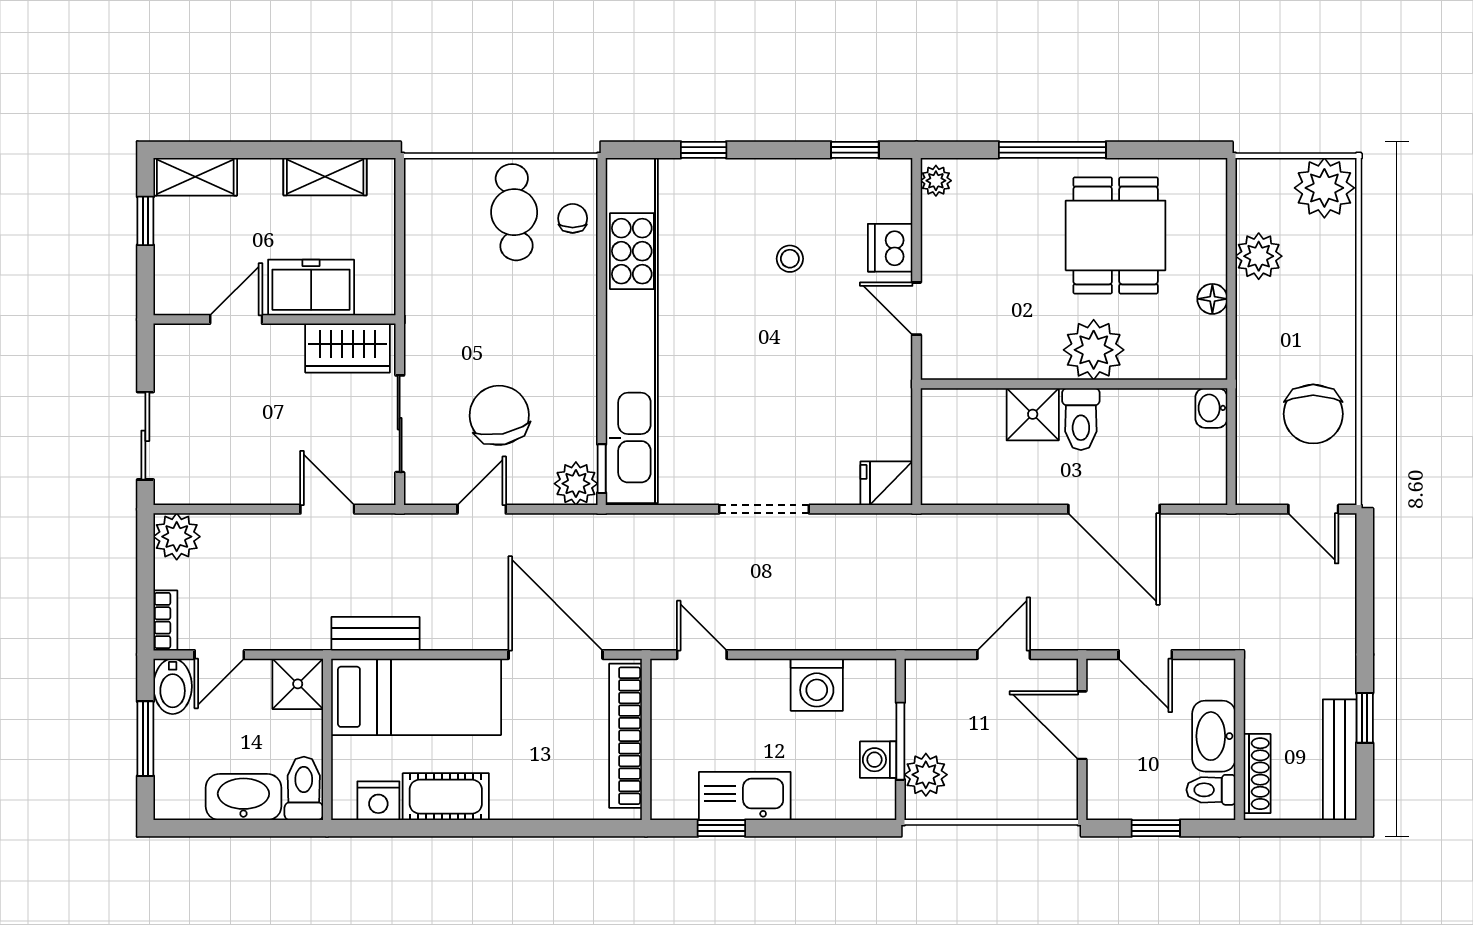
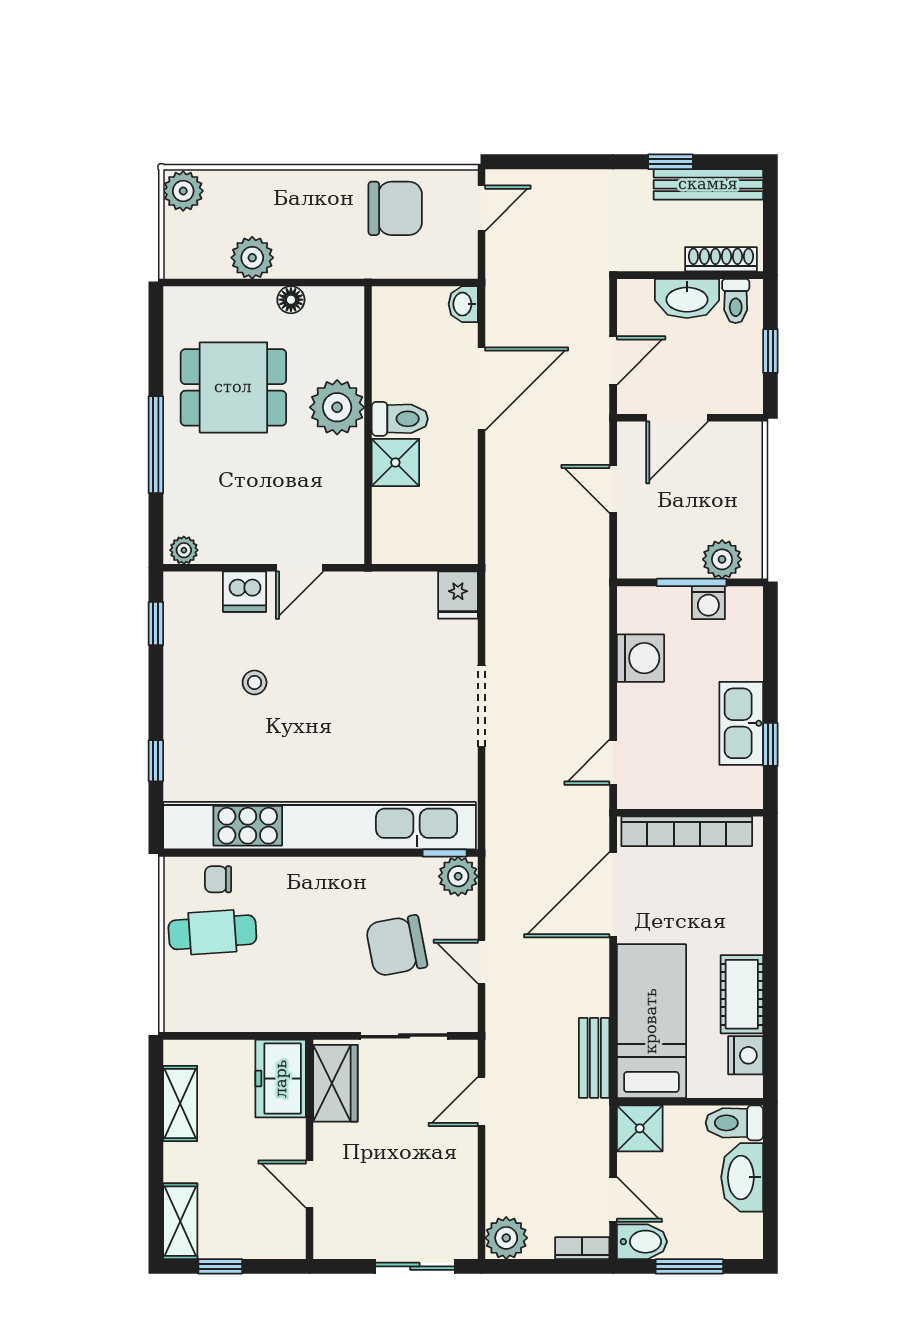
plant: (1324, 188) -> (183, 191), width x0.73, depth x0.73
freezer: (311, 287) -> (281, 1079), moved
washbasin: (1211, 408) -> (463, 304), moved, turned 90

